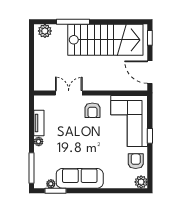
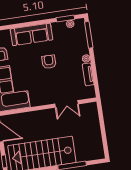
plant: (45, 31) -> (95, 154), removed
armchair: (92, 110) -> (49, 62), moved
sofa: (80, 178) -> (31, 34), moved

